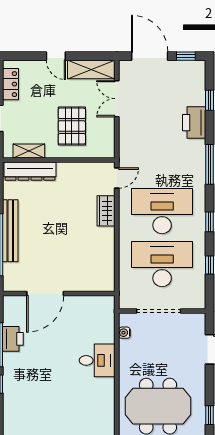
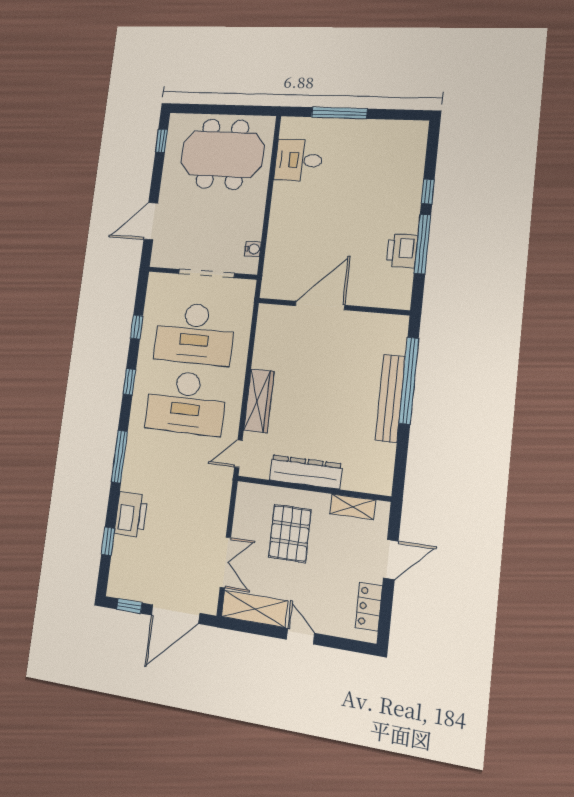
door: (150, 56) -> (175, 614), hinge flipped
dresser: (30, 171) -> (306, 472), moved
wardrobe: (106, 211) -> (259, 401), width x1.50
door: (45, 294) -> (320, 306), moved
desk: (97, 360) -> (299, 160), moved

